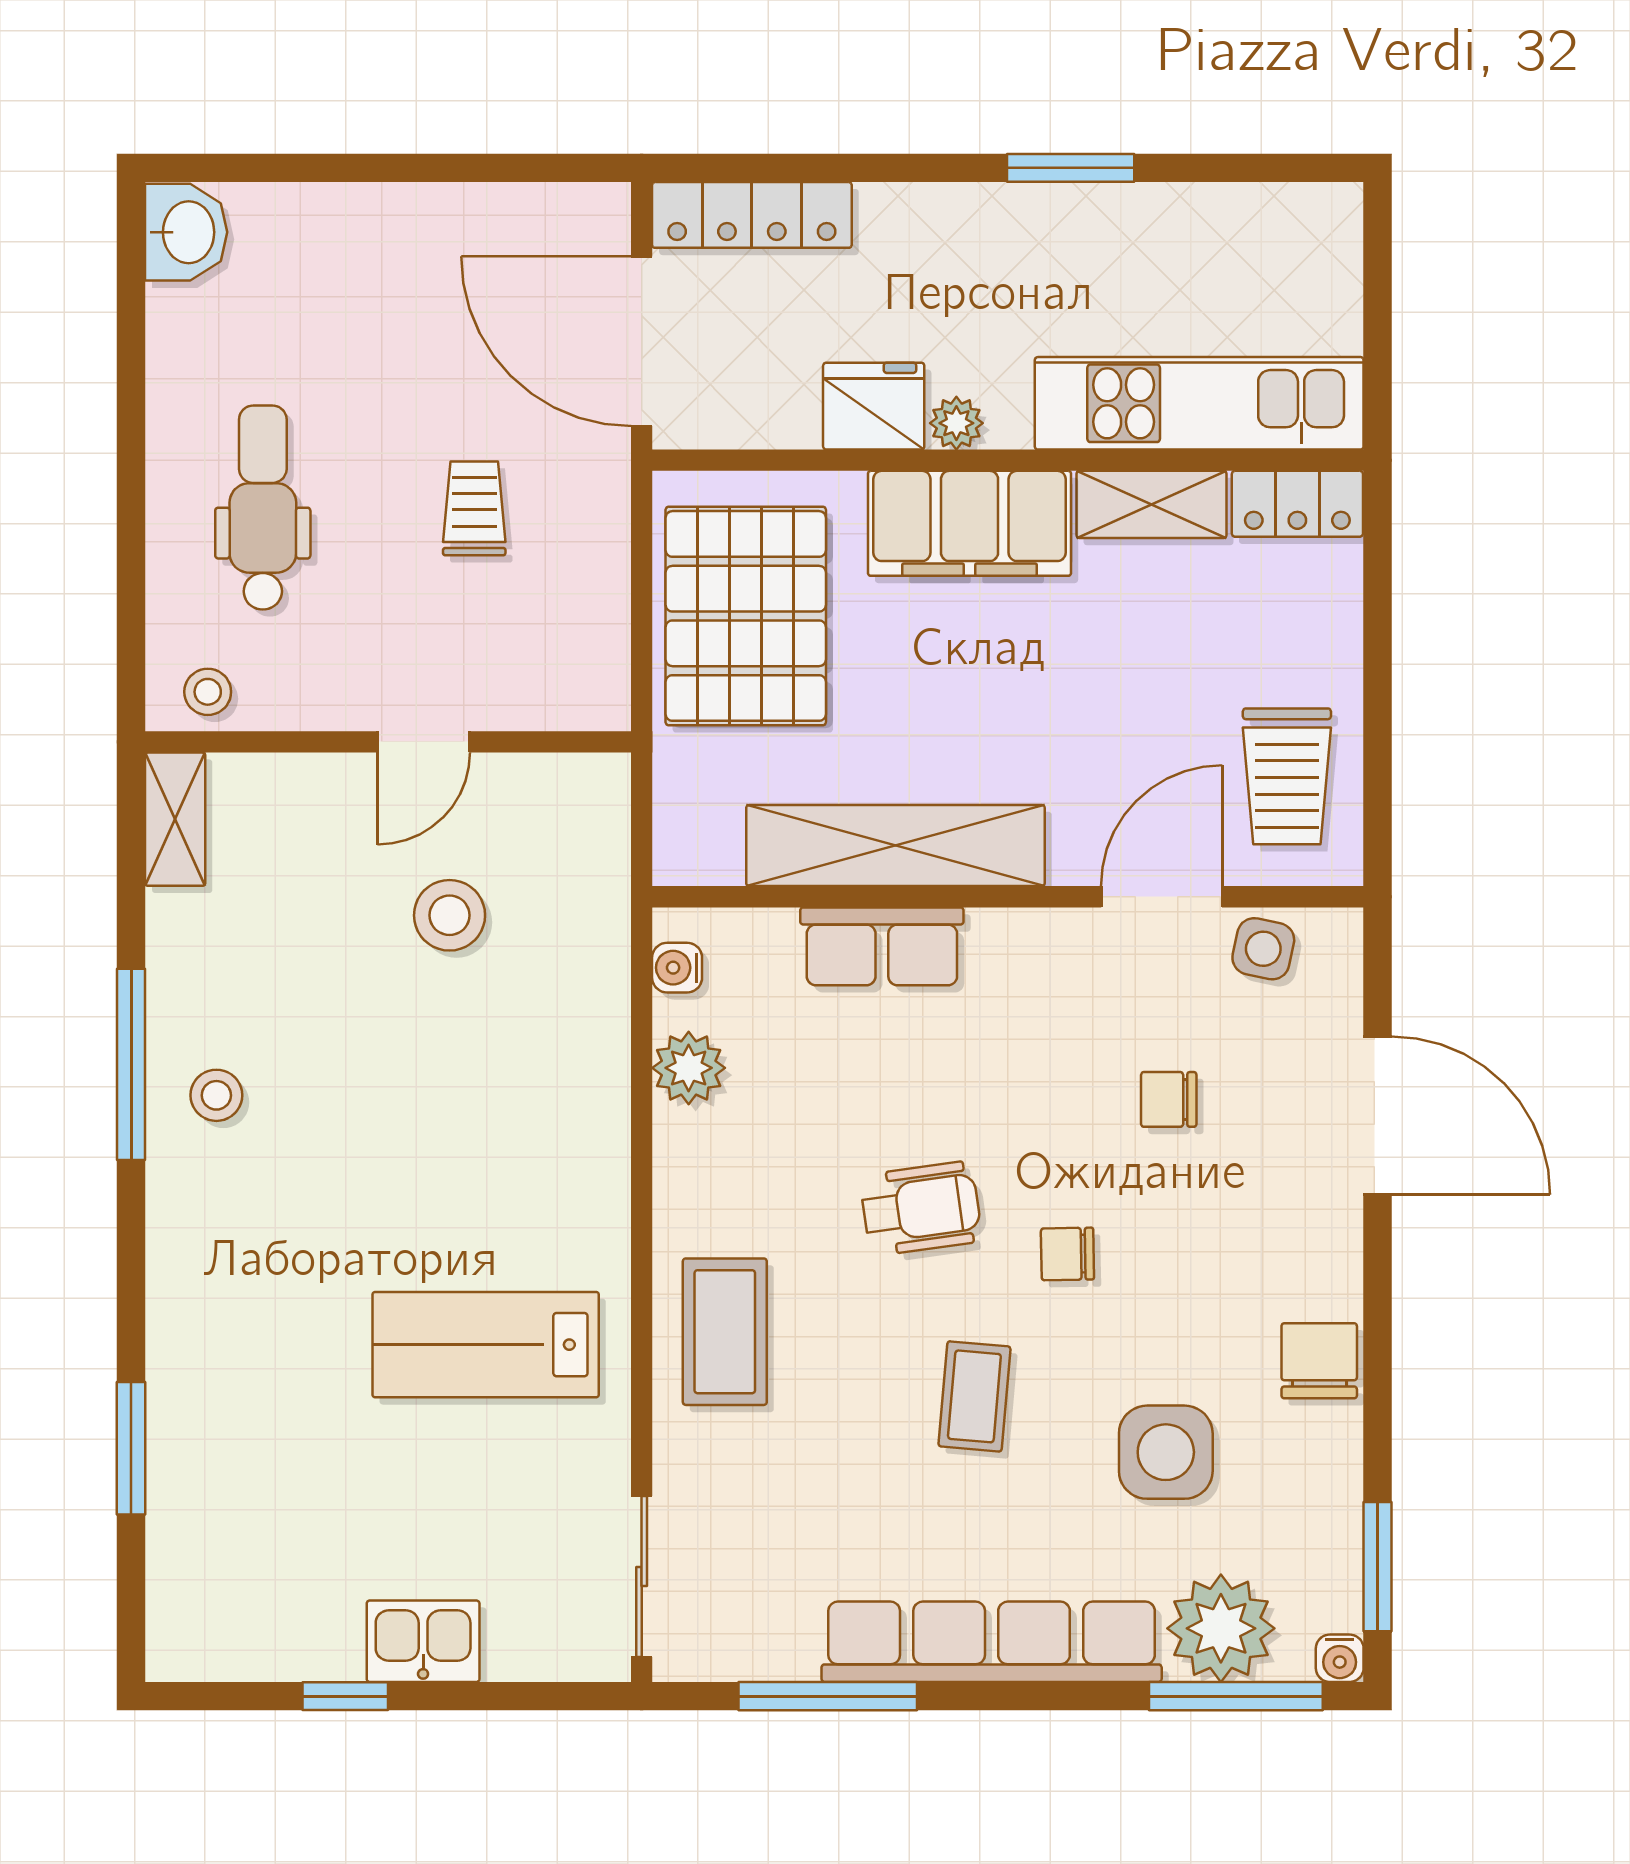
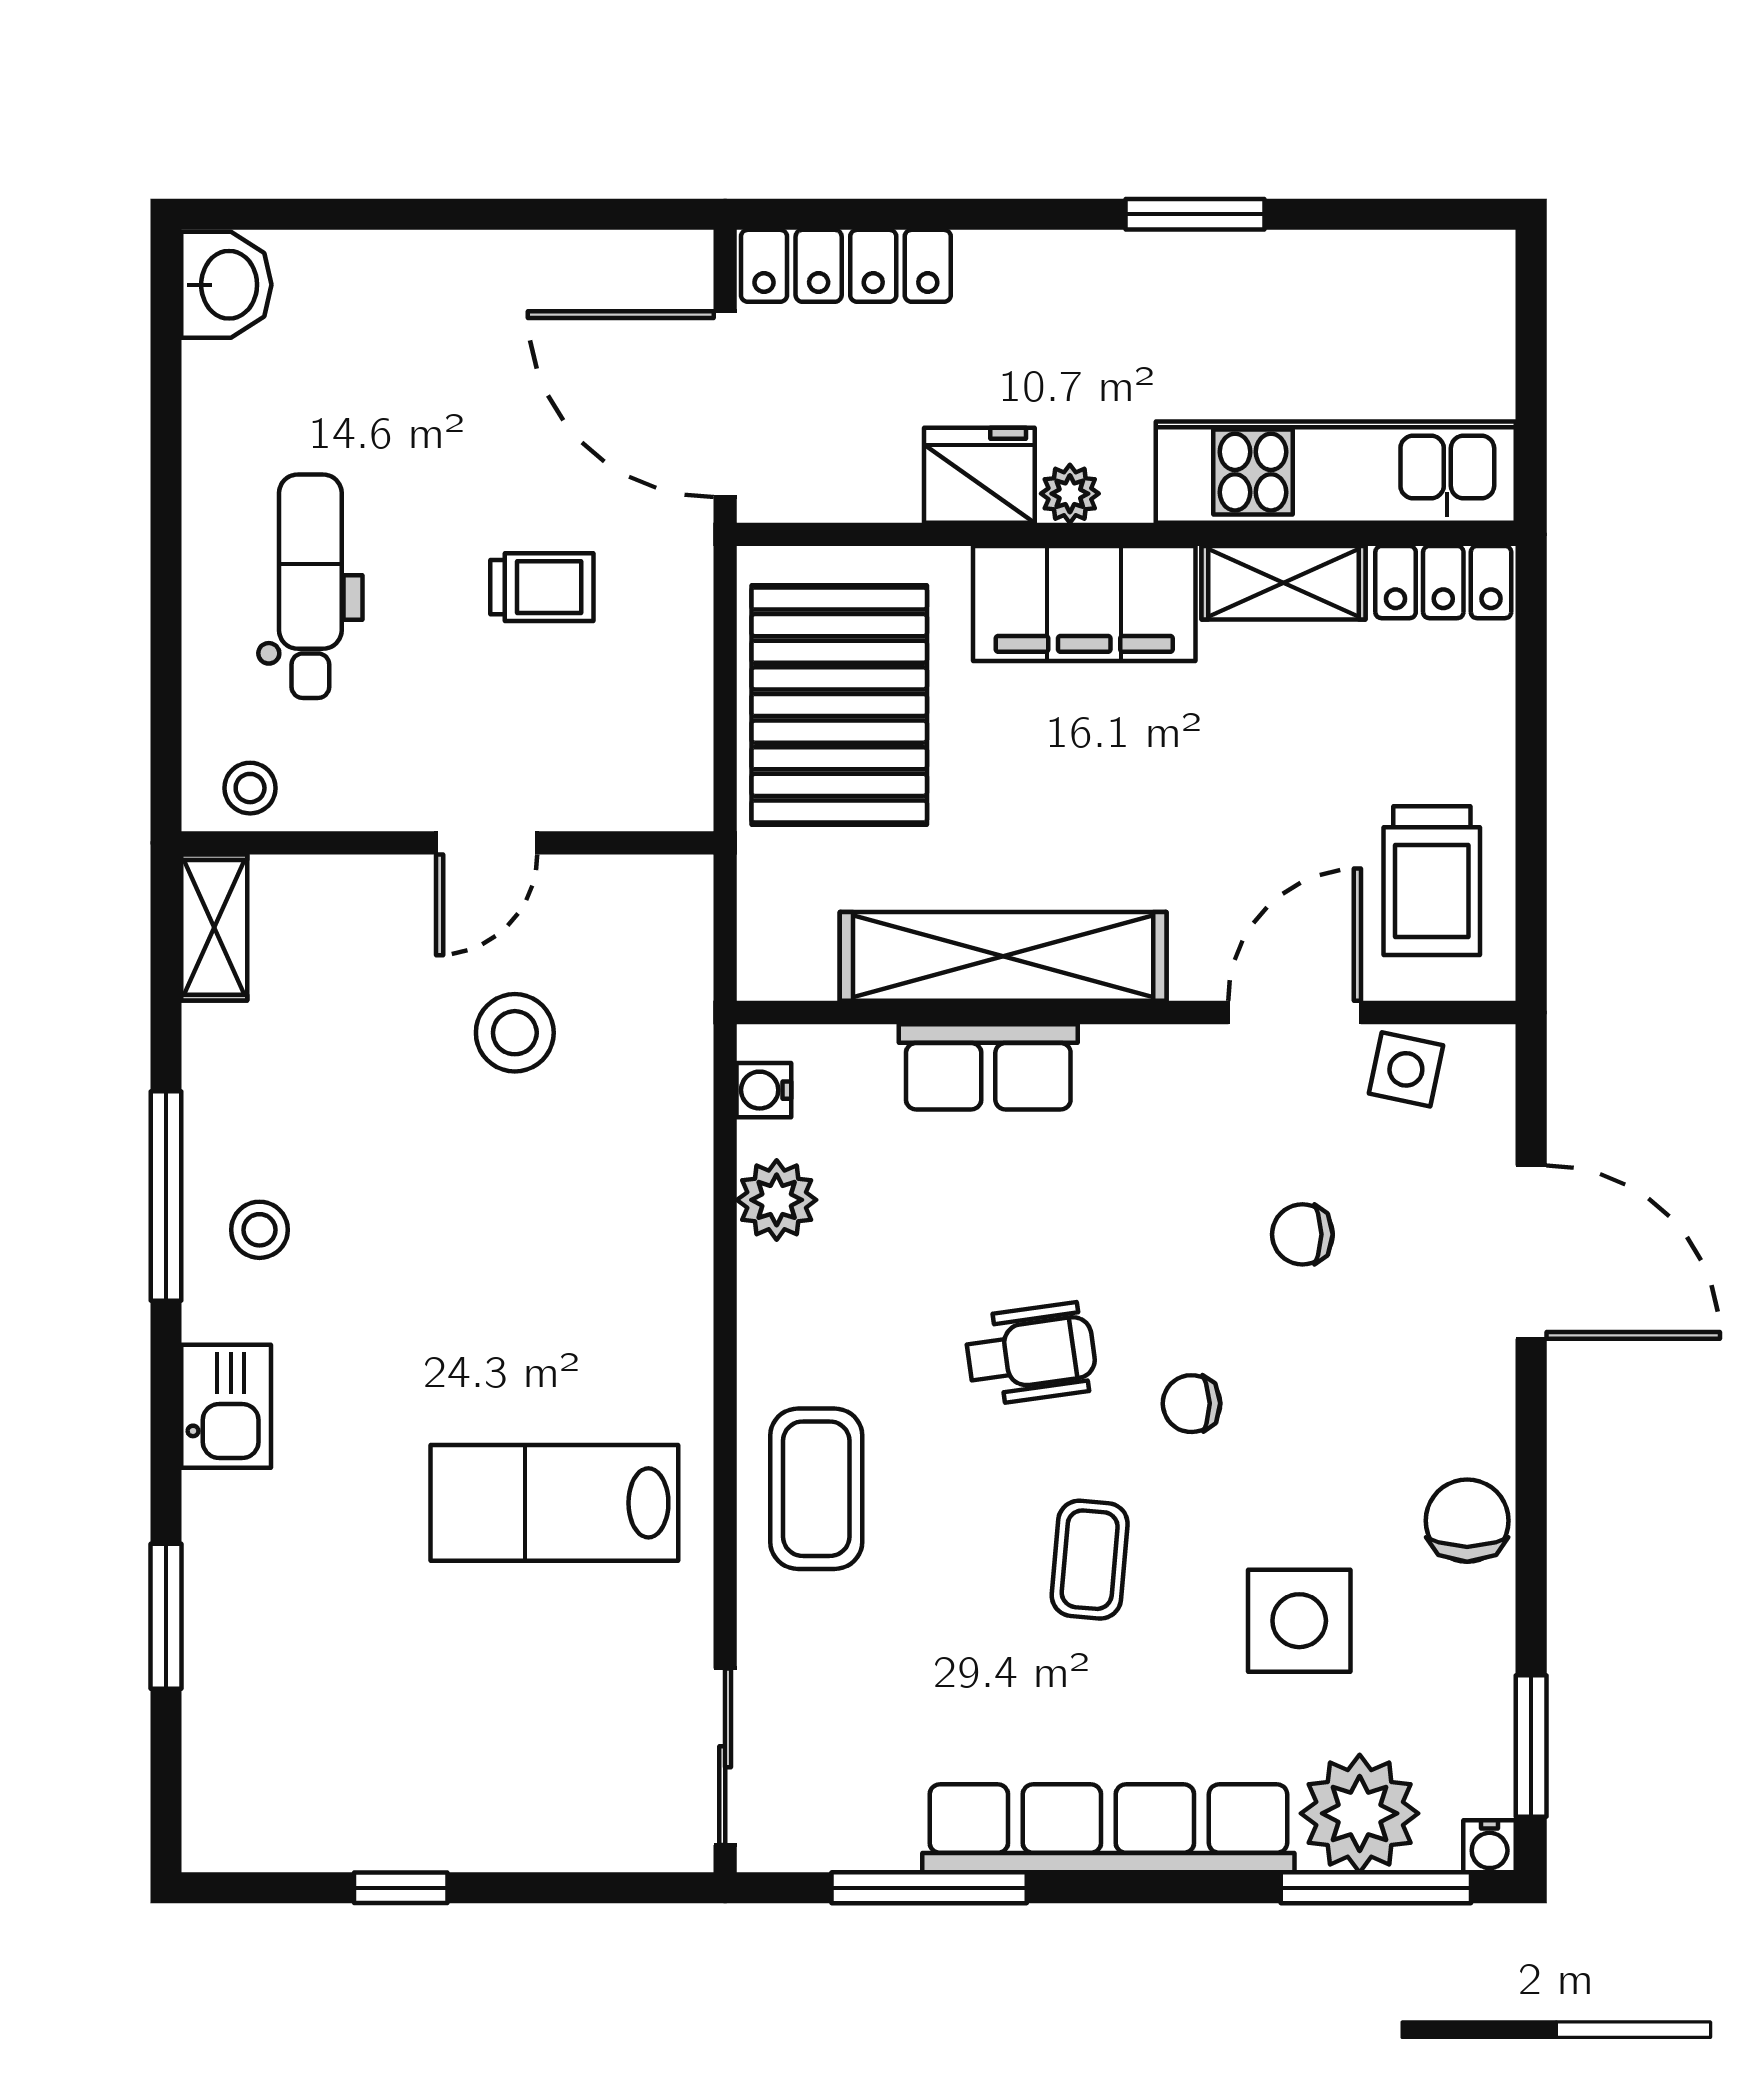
trolley: (474, 508) -> (542, 587), turned 90
kitchen sink: (423, 1641) -> (226, 1406), moved, turned 90

